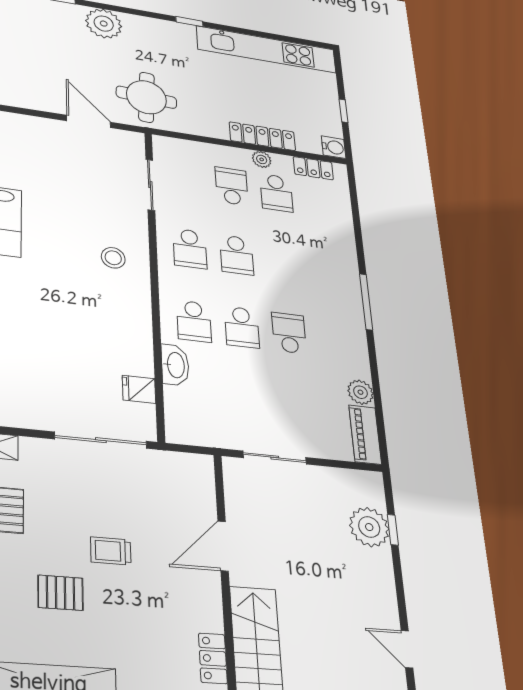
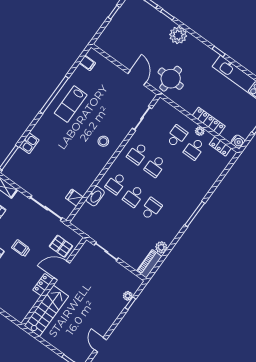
pallet: (185, 498) -> (61, 246), added
plant: (369, 527) -> (128, 296), width x0.53, depth x0.53
locker: (213, 658) -> (43, 285), moved

